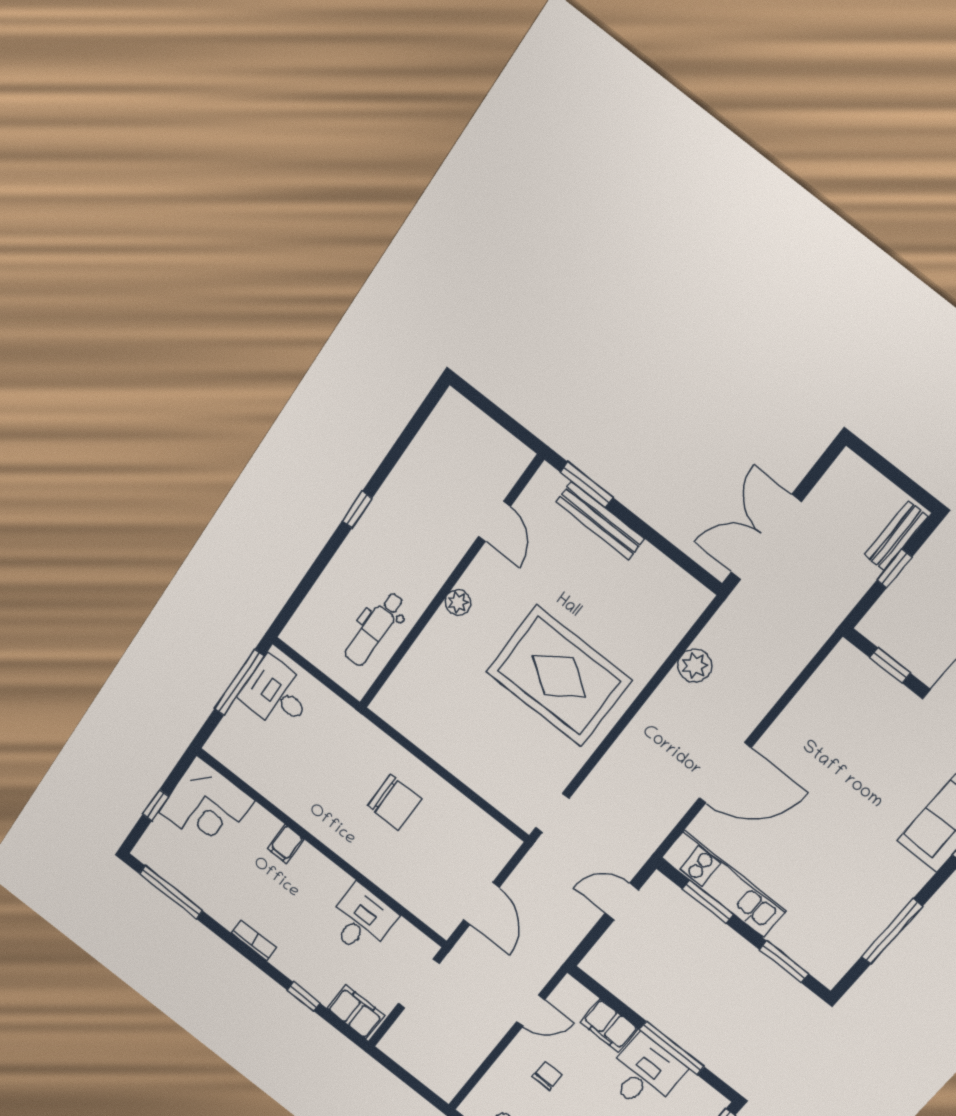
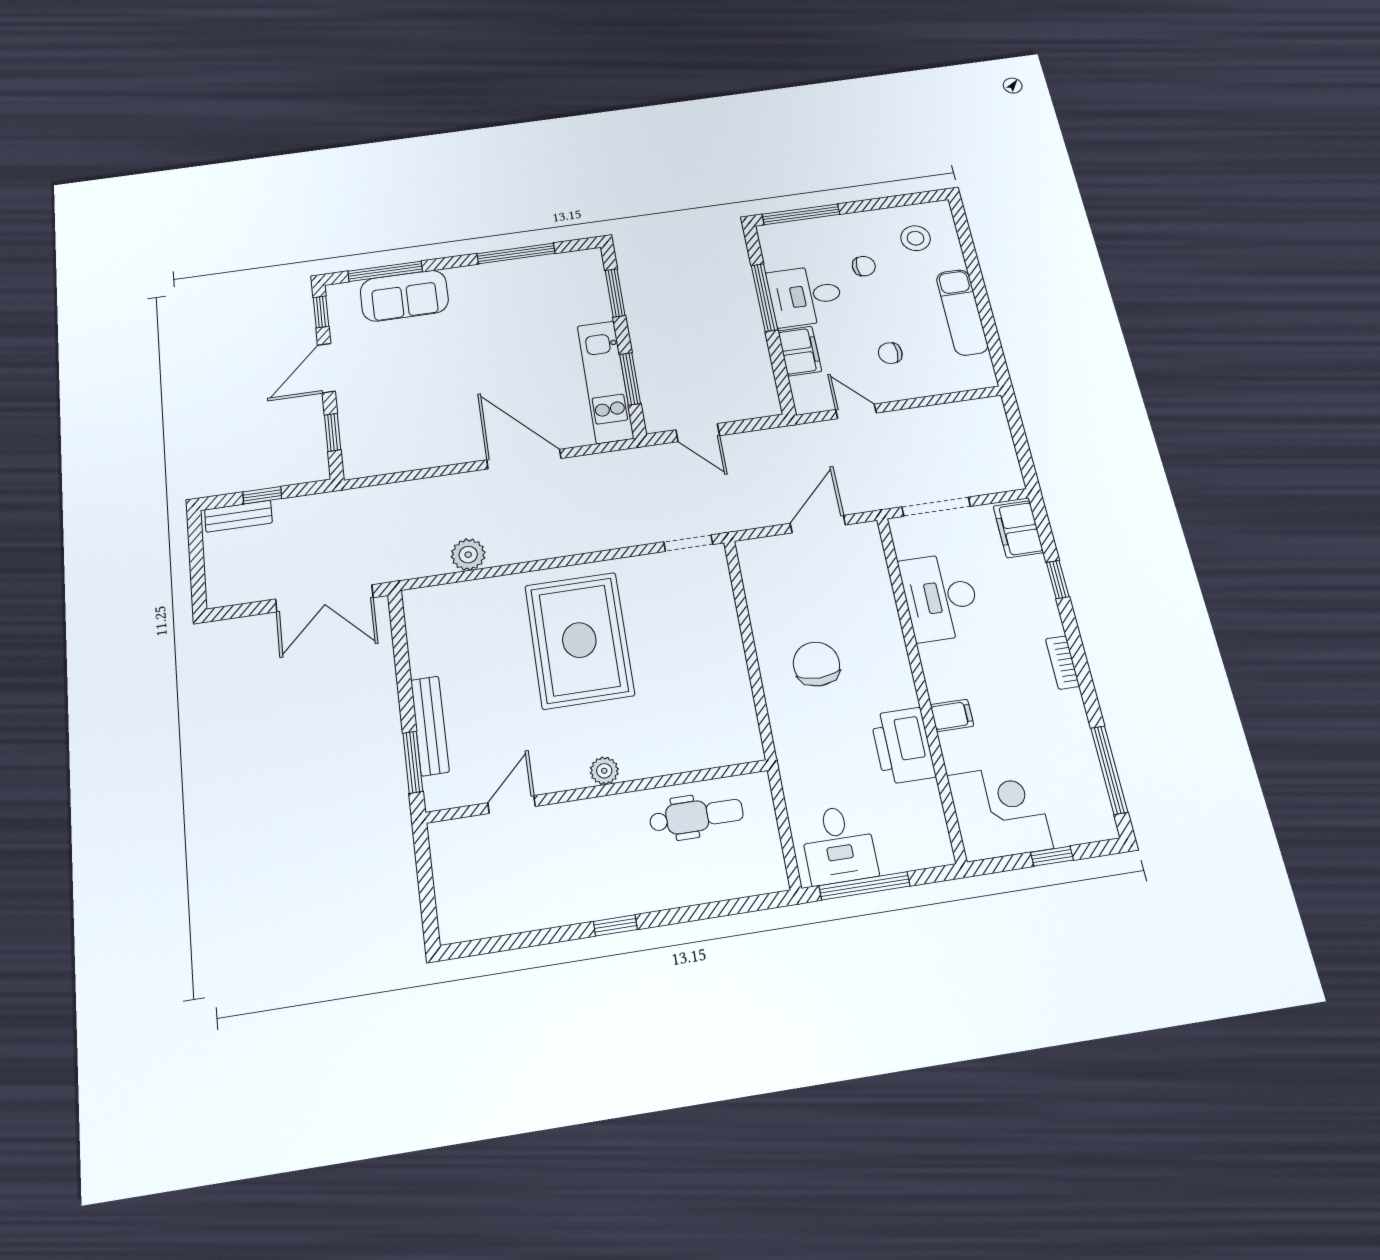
printer: (296, 796) -> (903, 746), added
desk: (361, 920) -> (940, 597), width x1.37

